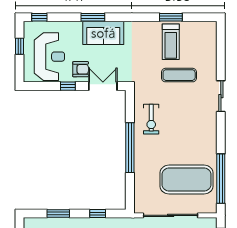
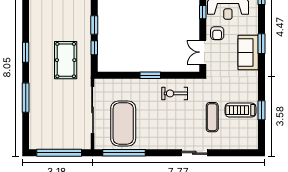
window: (68, 86) -> (203, 12), moved
double door: (103, 86) -> (203, 52), swing flipped
window: (130, 148) -> (150, 75), width x0.47
window: (58, 213) -> (94, 25), moved

